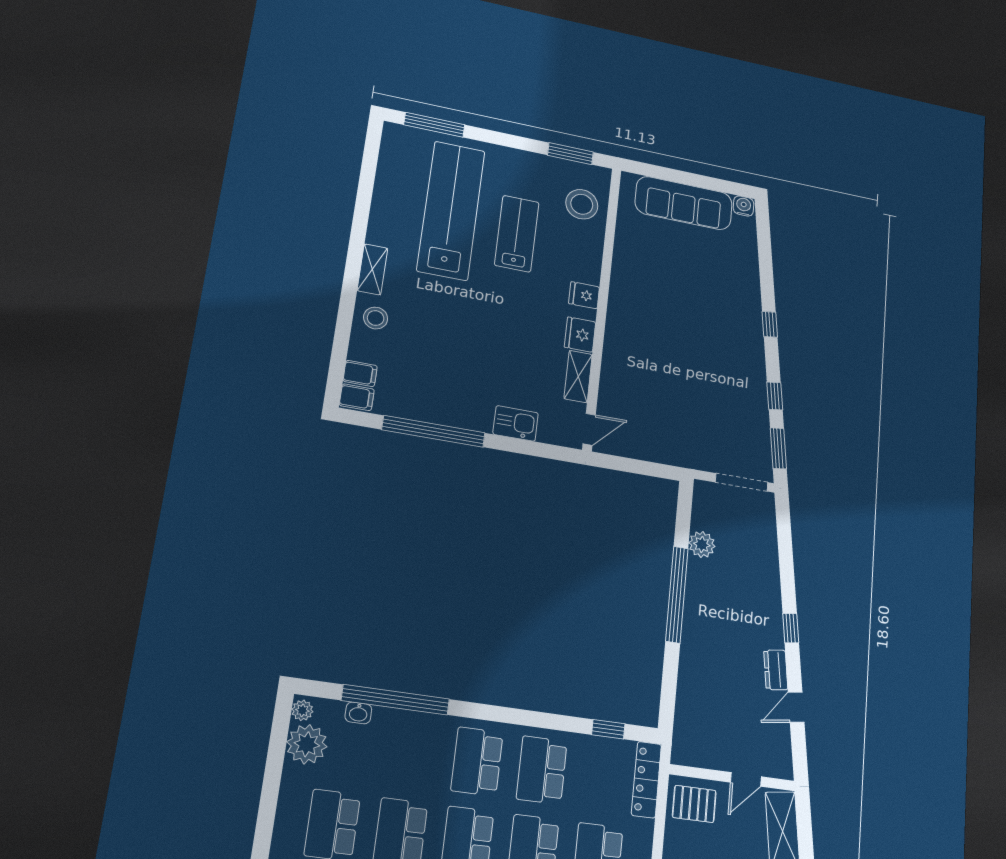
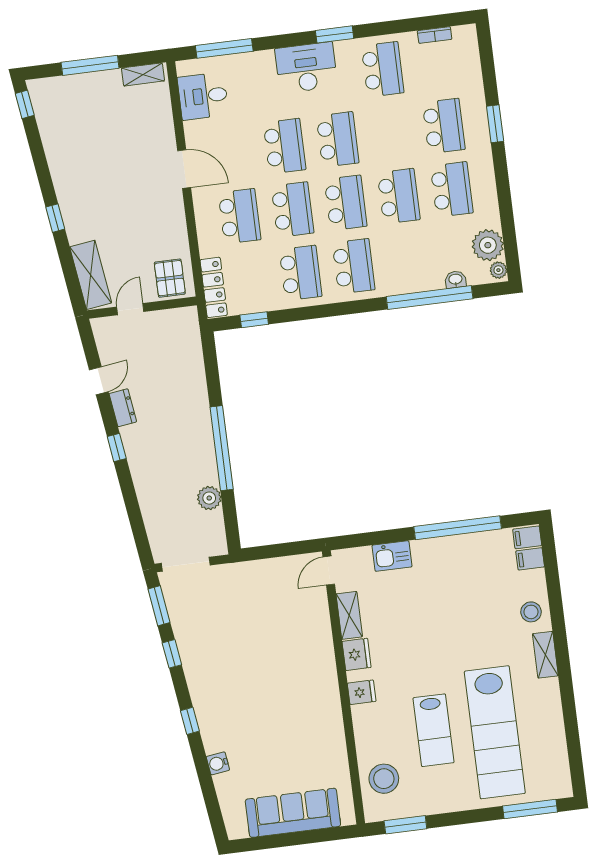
water cooler: (744, 206) -> (218, 763), moved, turned 82
pallet: (694, 804) -> (170, 278), turned 90

